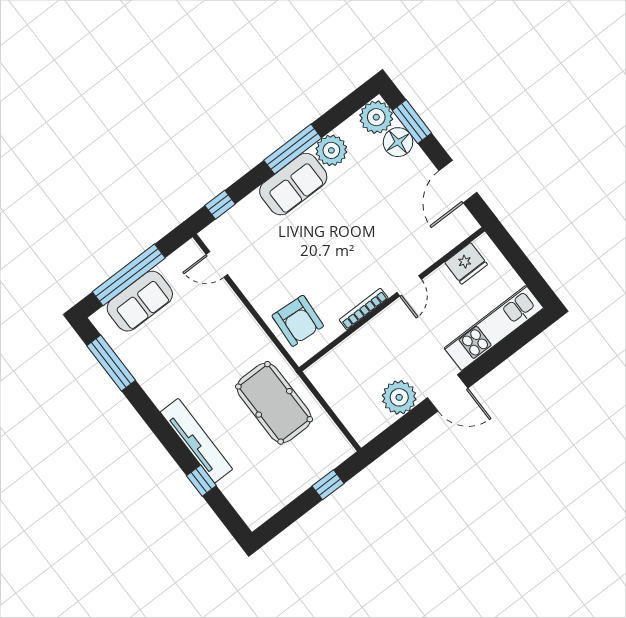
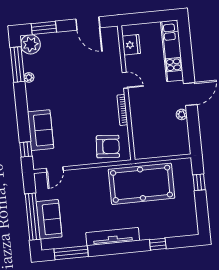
floor lamp: (398, 142) -> (50, 41), removed
window: (293, 149) -> (17, 65), moved
plant: (331, 150) -> (29, 77), width x0.53, depth x0.53
sofa: (293, 184) -> (41, 130), moved
plant: (399, 397) -> (182, 114), width x0.53, depth x0.53
pool table: (274, 403) -> (141, 184), width x1.36, depth x1.32
tv unit: (196, 441) -> (113, 237), moved

